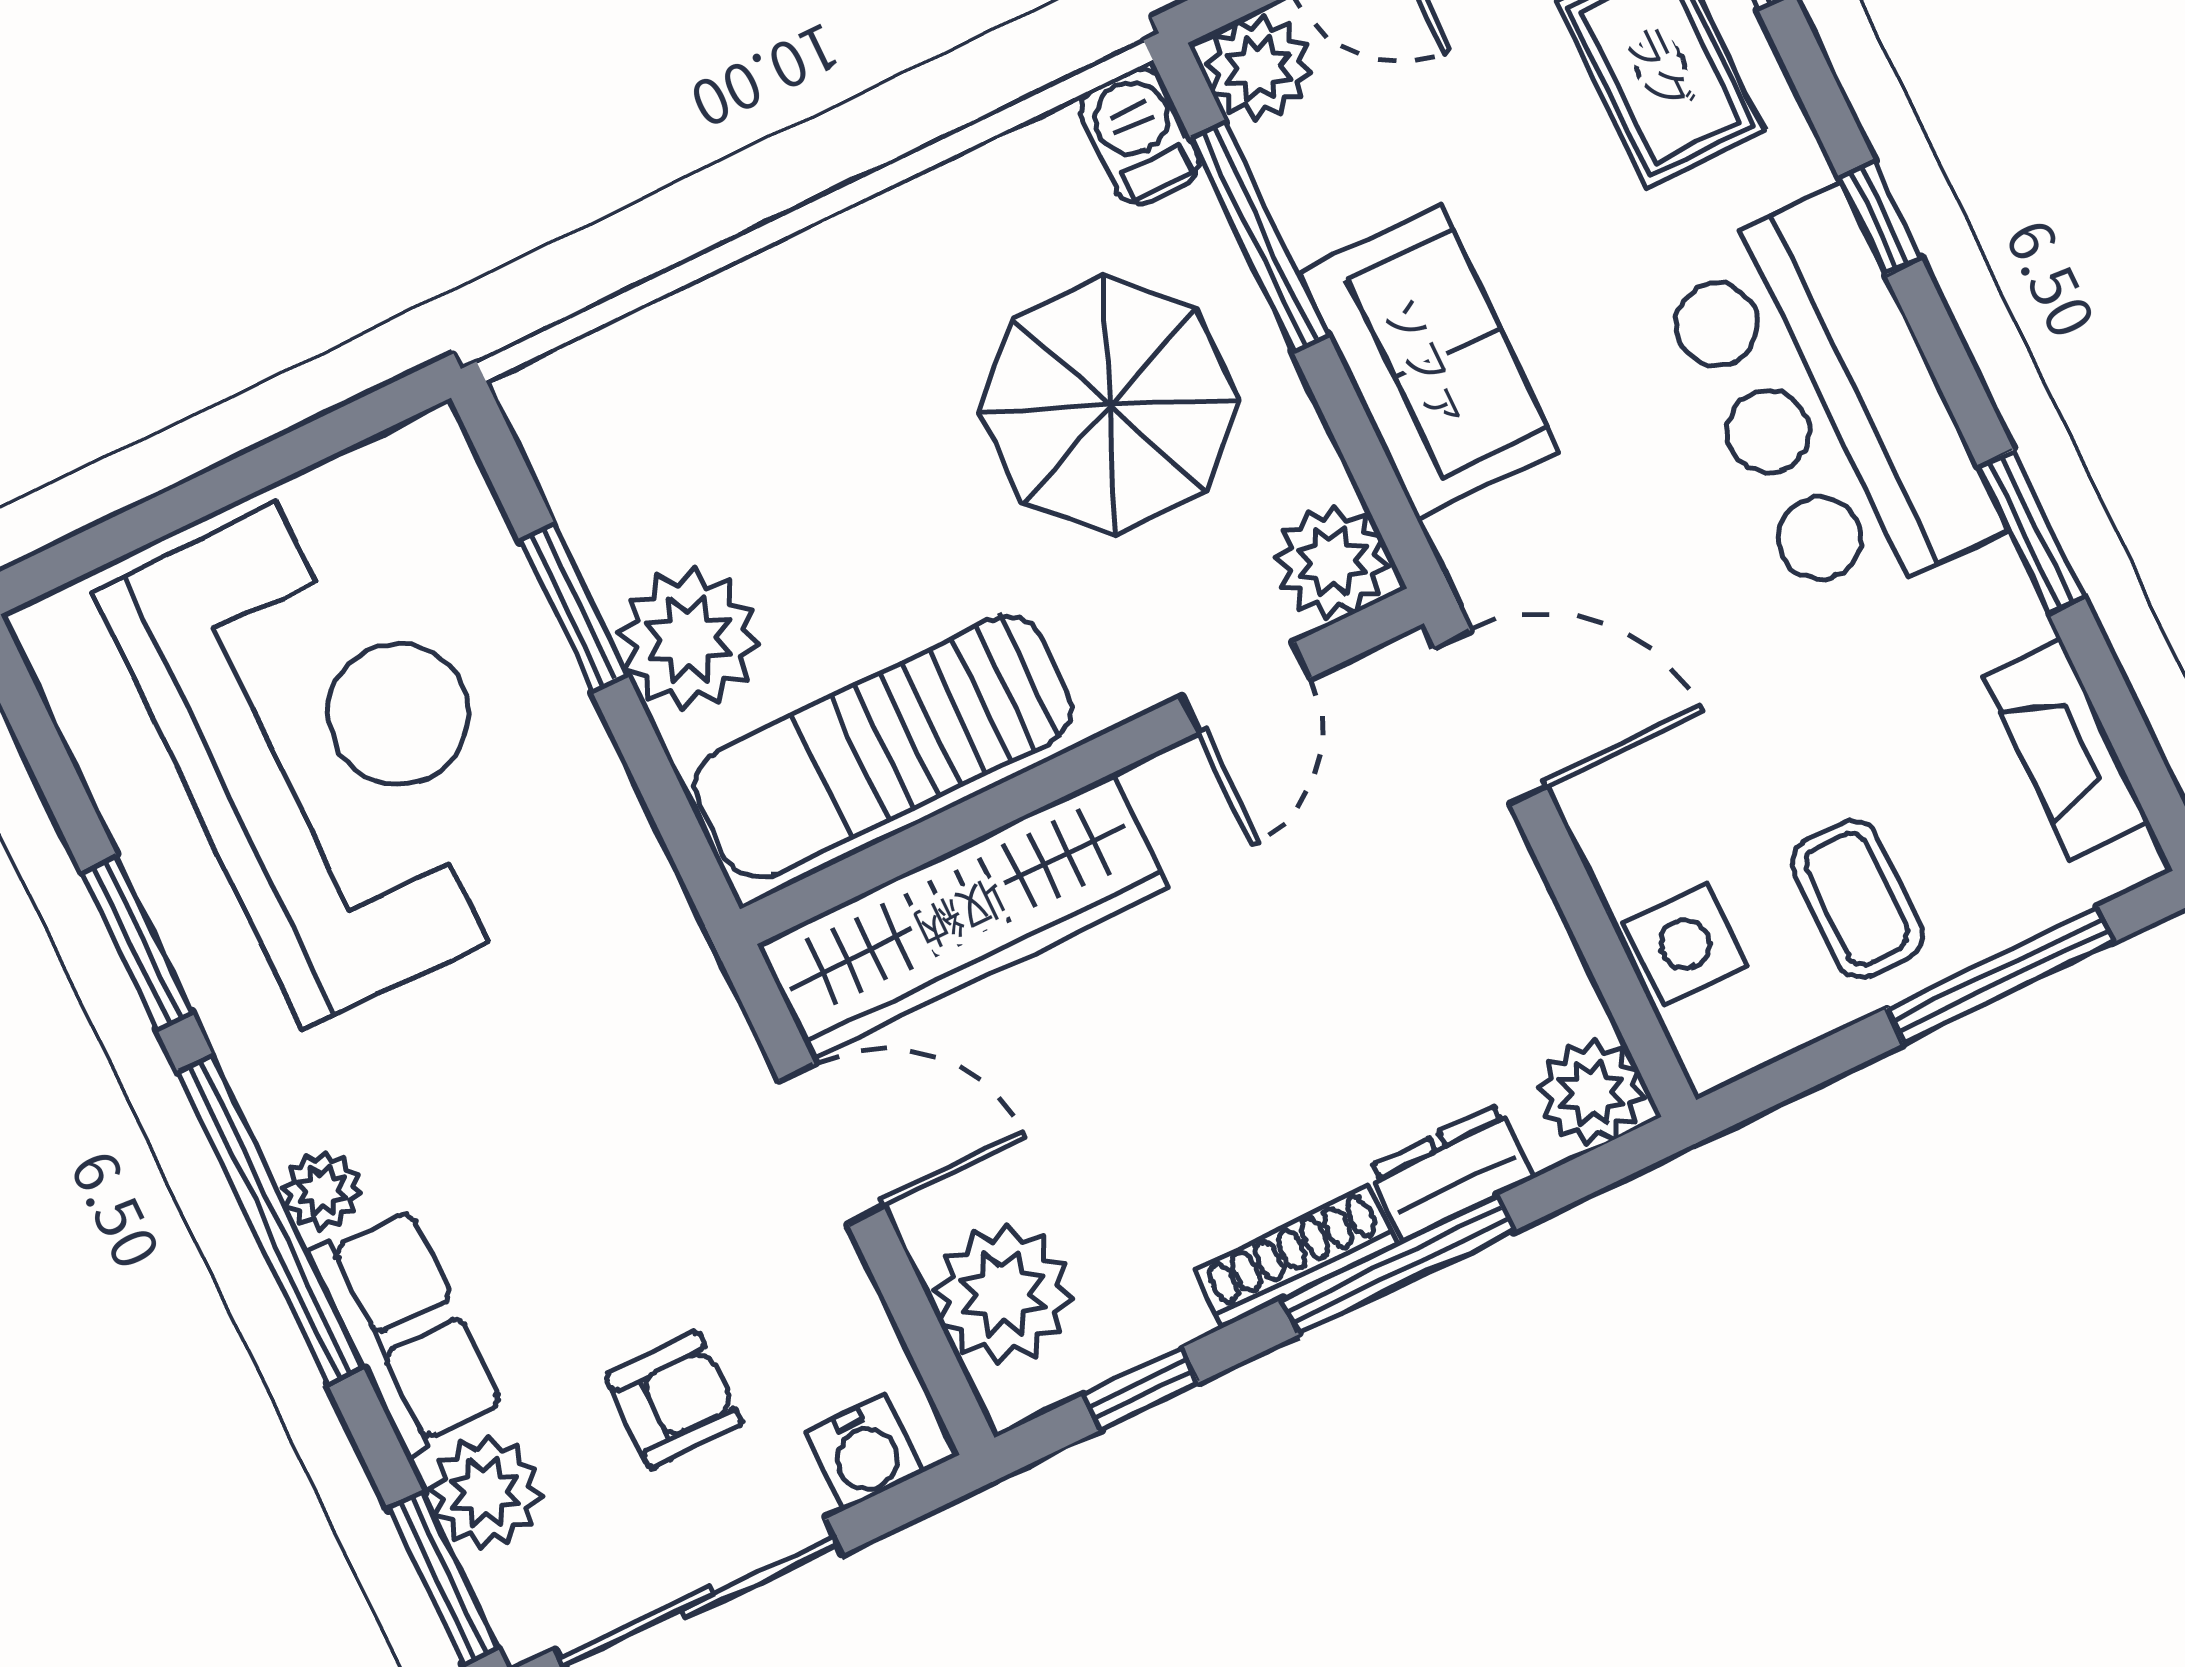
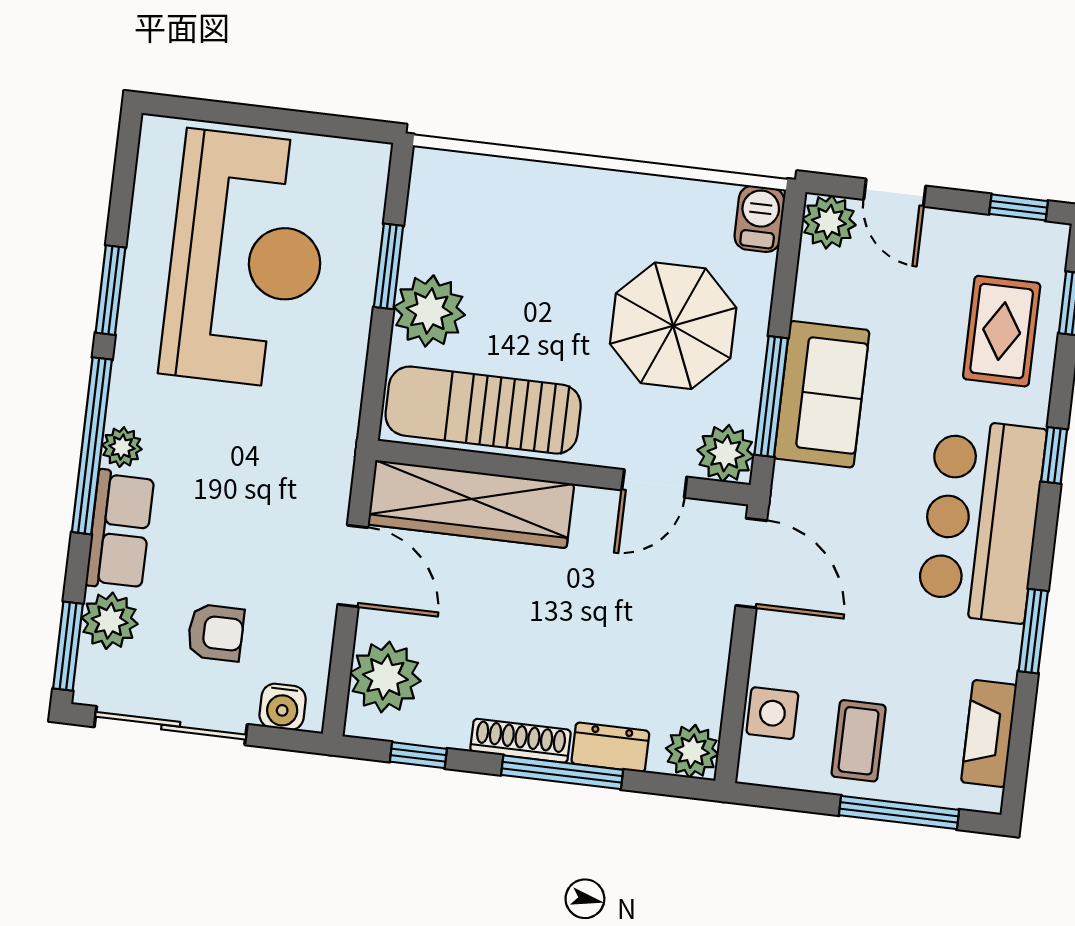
window: (1259, 236) -> (771, 396), moved

